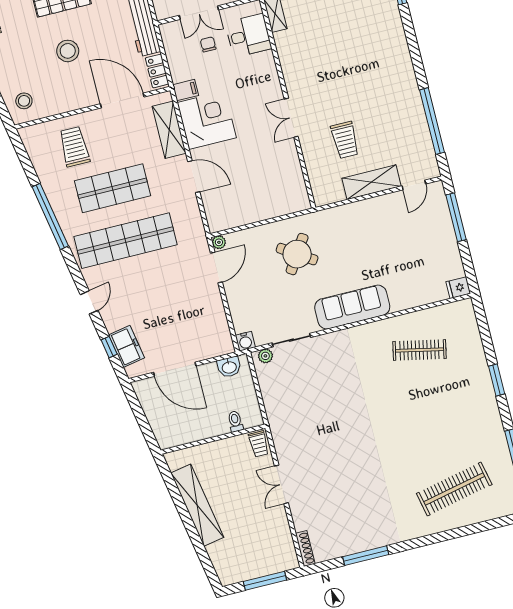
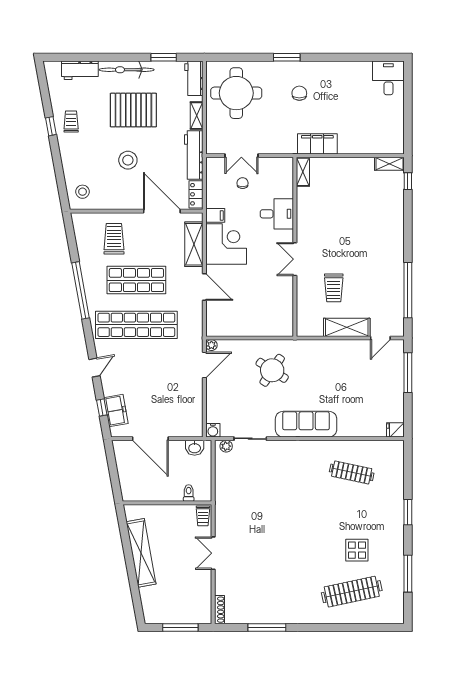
desk: (248, 35) -> (277, 214), moved
display table: (448, 439) -> (357, 550), added

